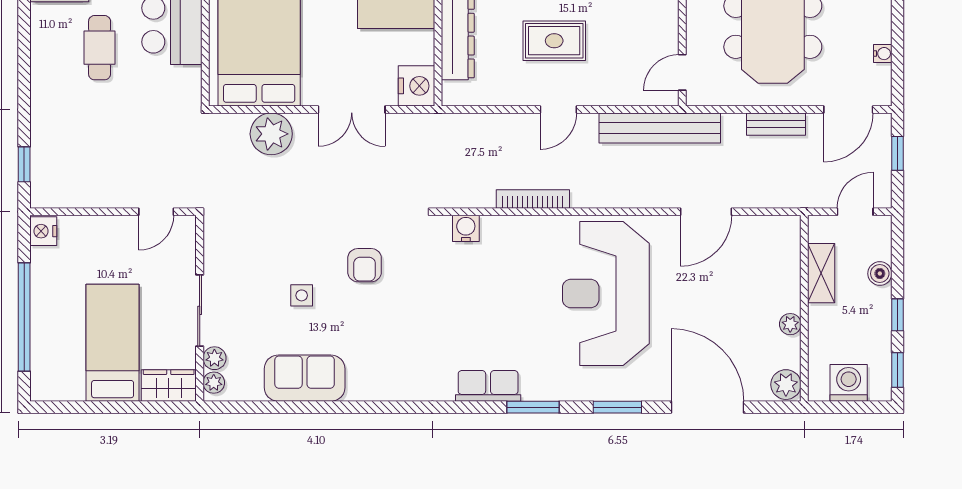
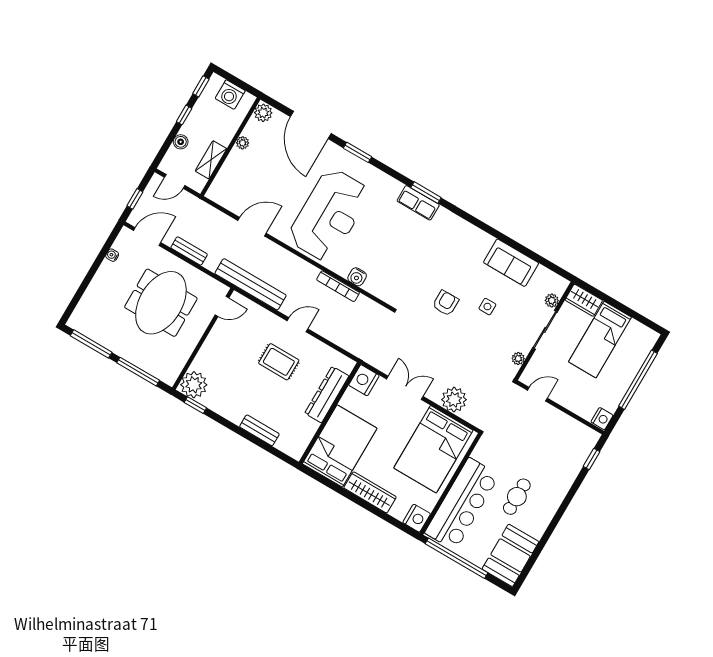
water cooler: (466, 228) -> (357, 277), moved
plant: (214, 383) -> (518, 359), moved
window: (533, 407) -> (426, 193), moved

